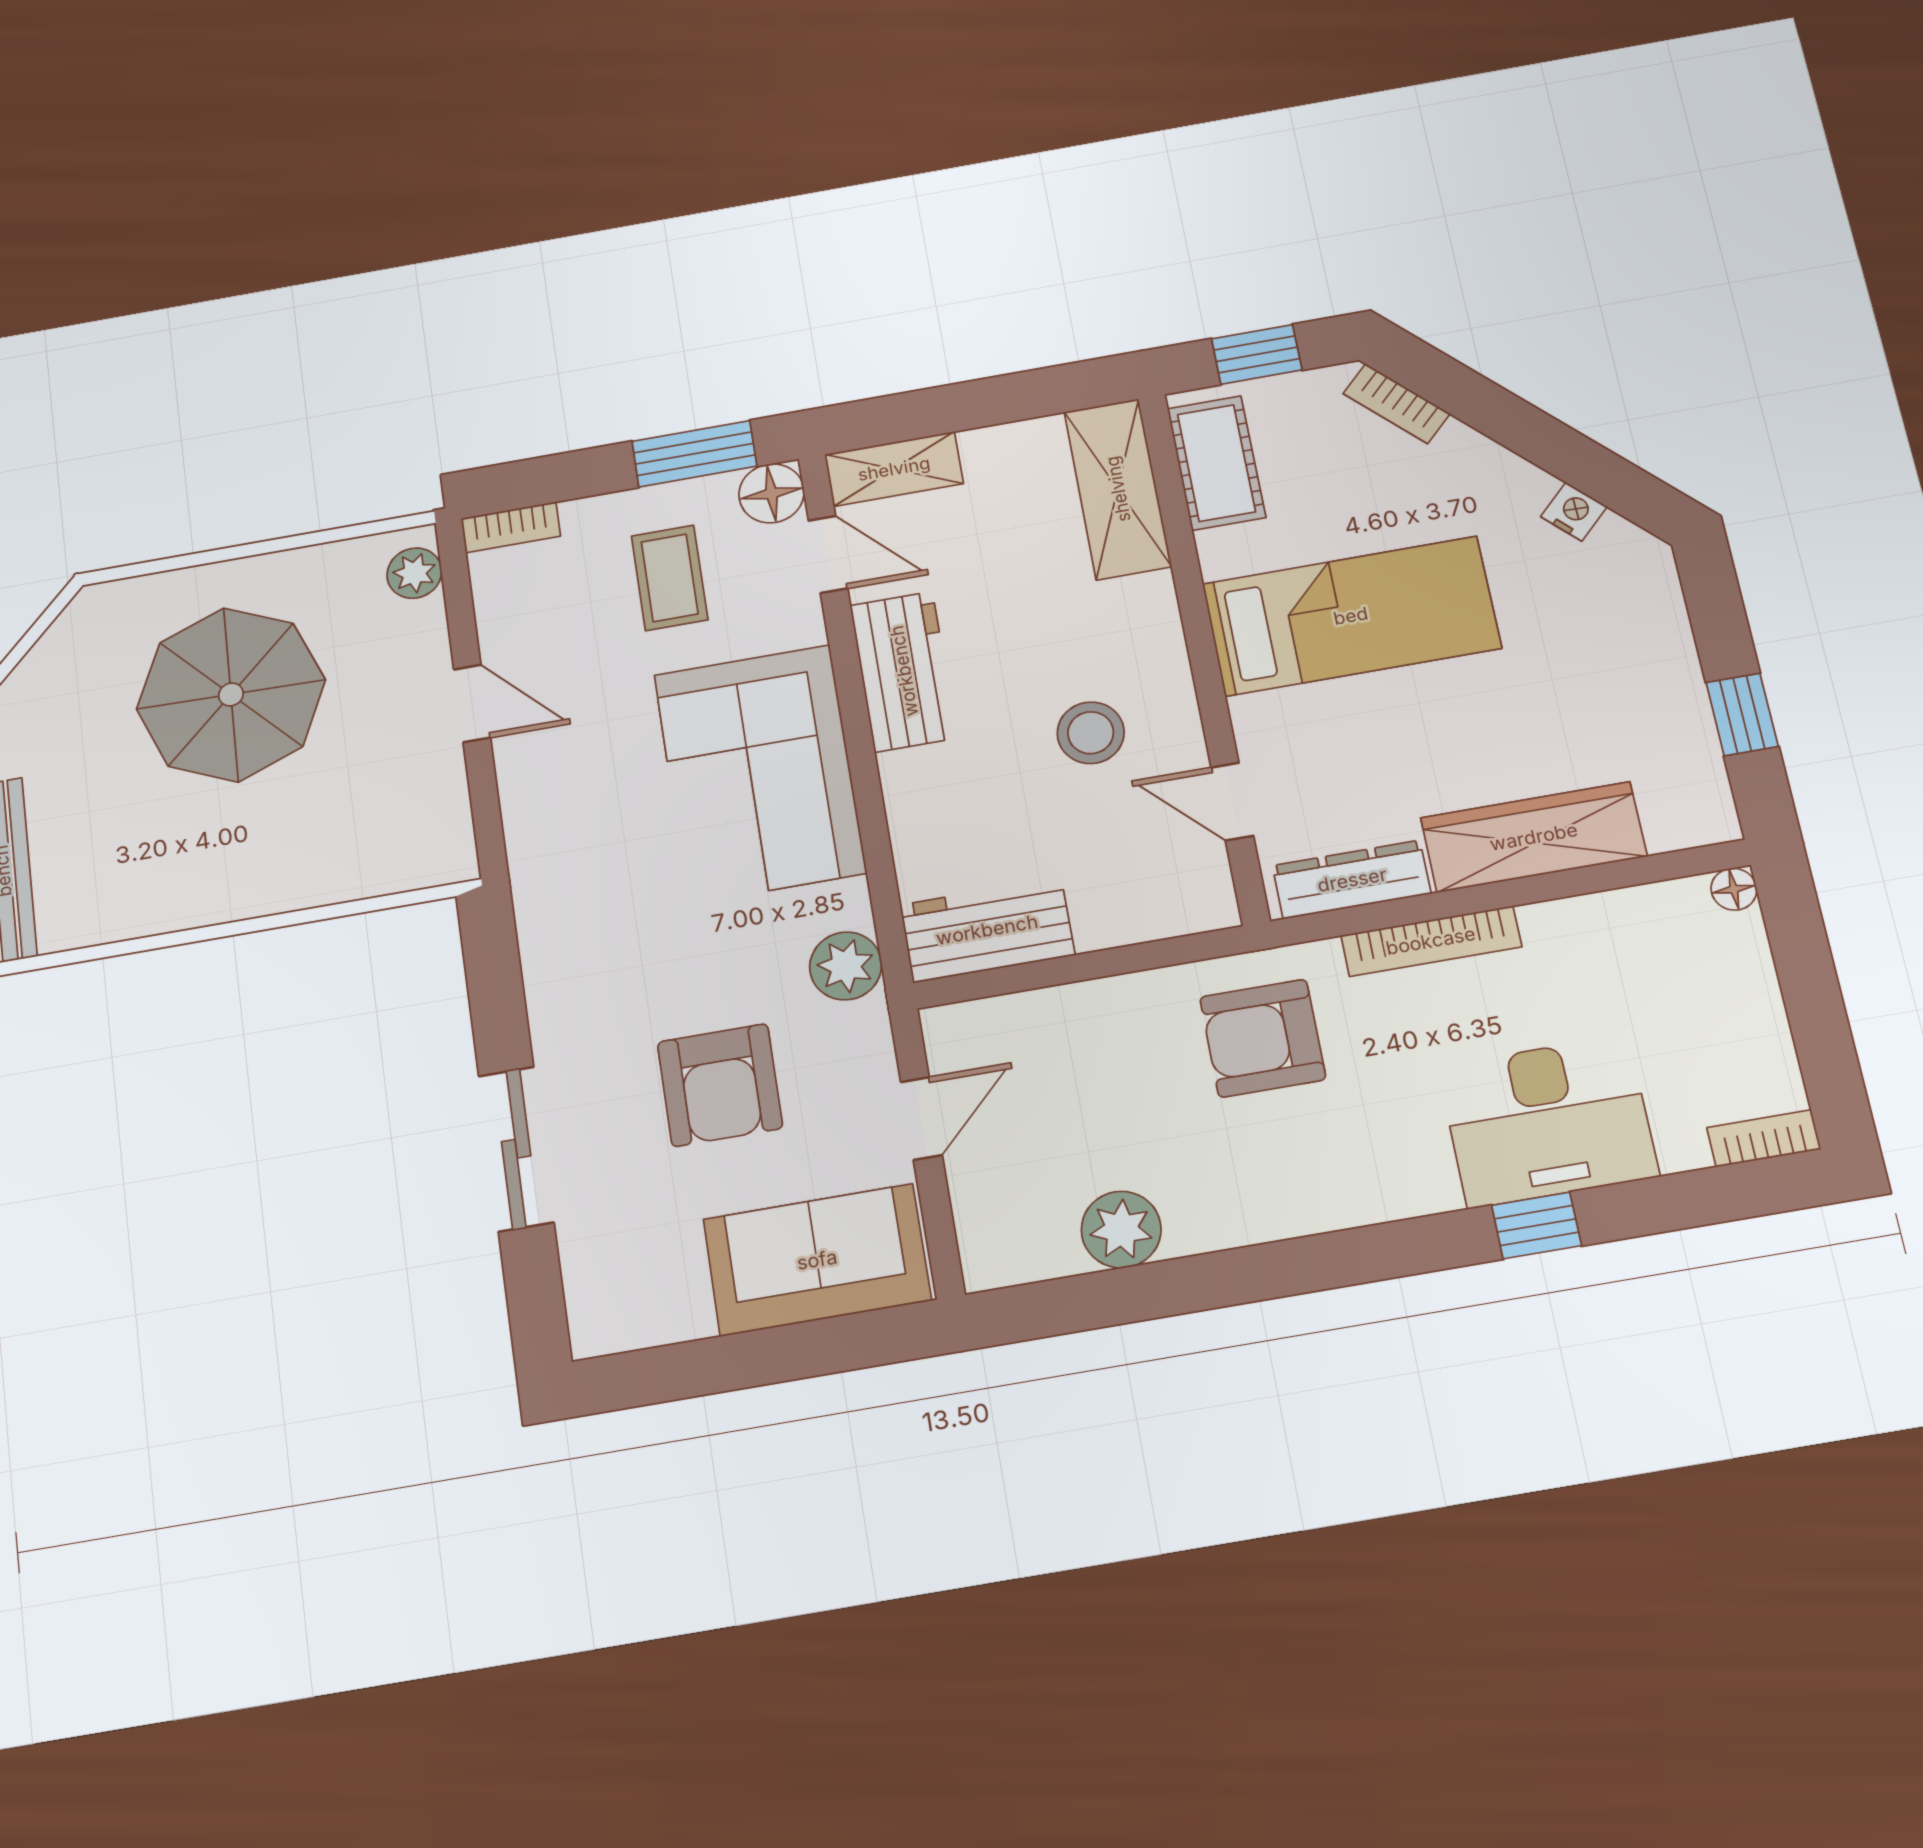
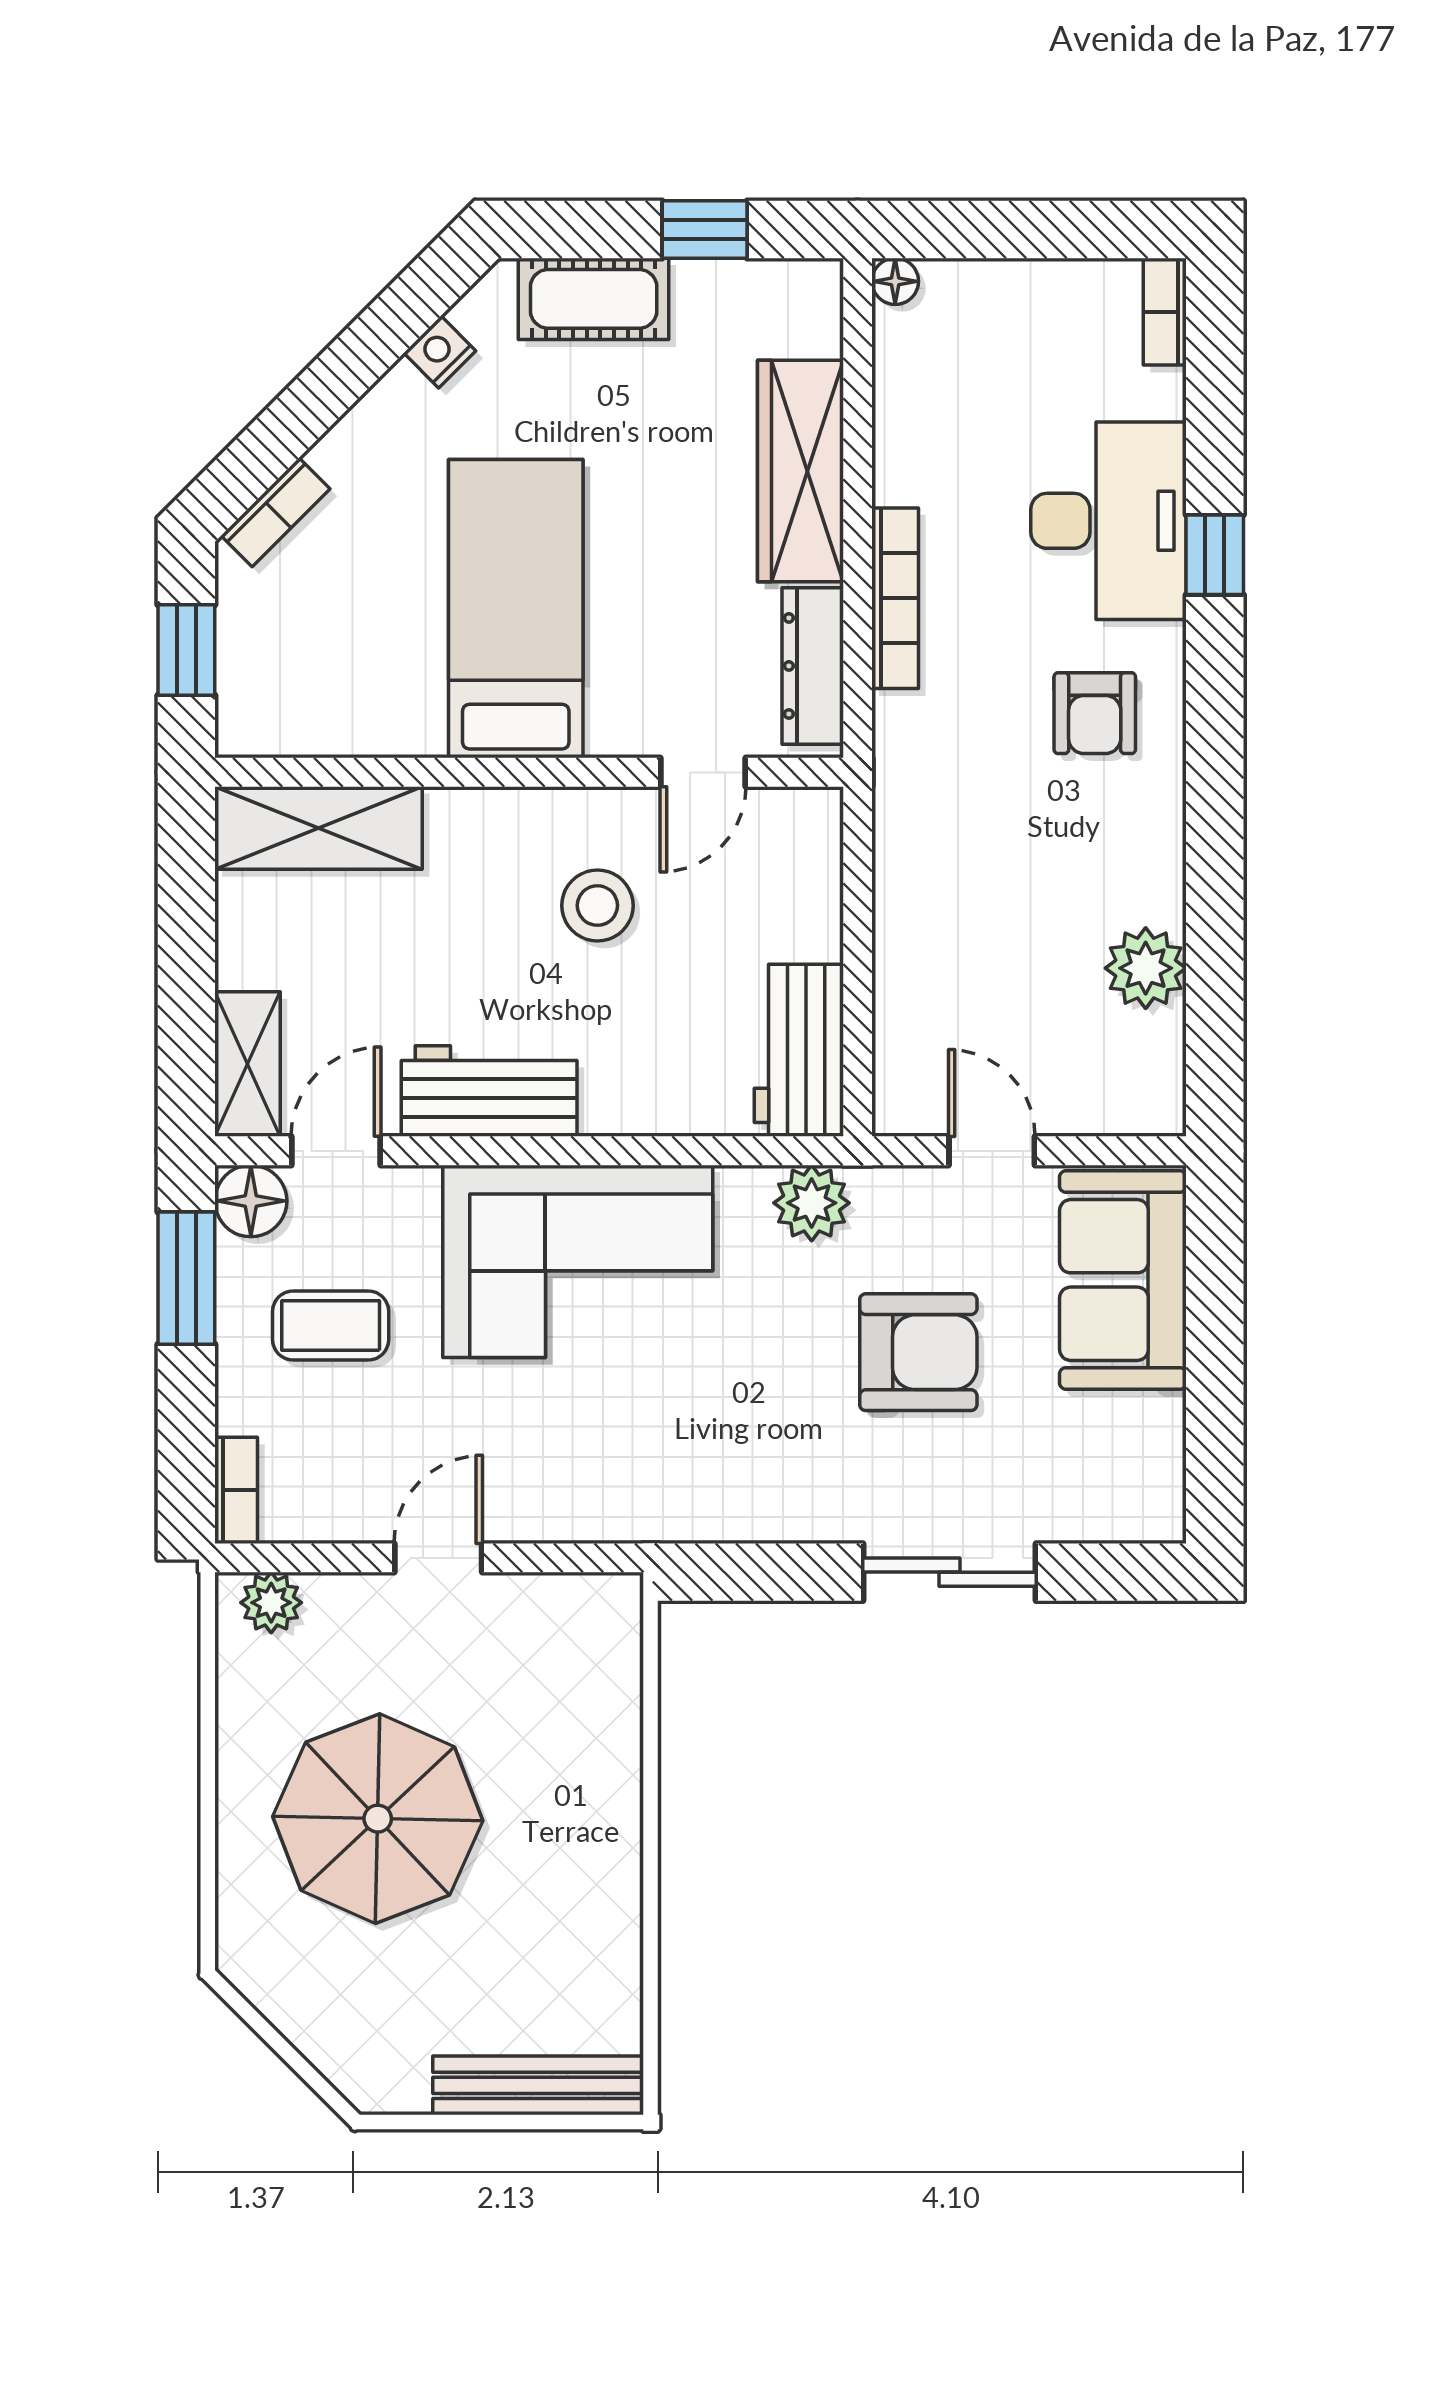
cot: (1216, 463) -> (594, 299), moved
armchair: (1263, 1038) -> (1095, 713), moved, width x0.72, depth x0.72

